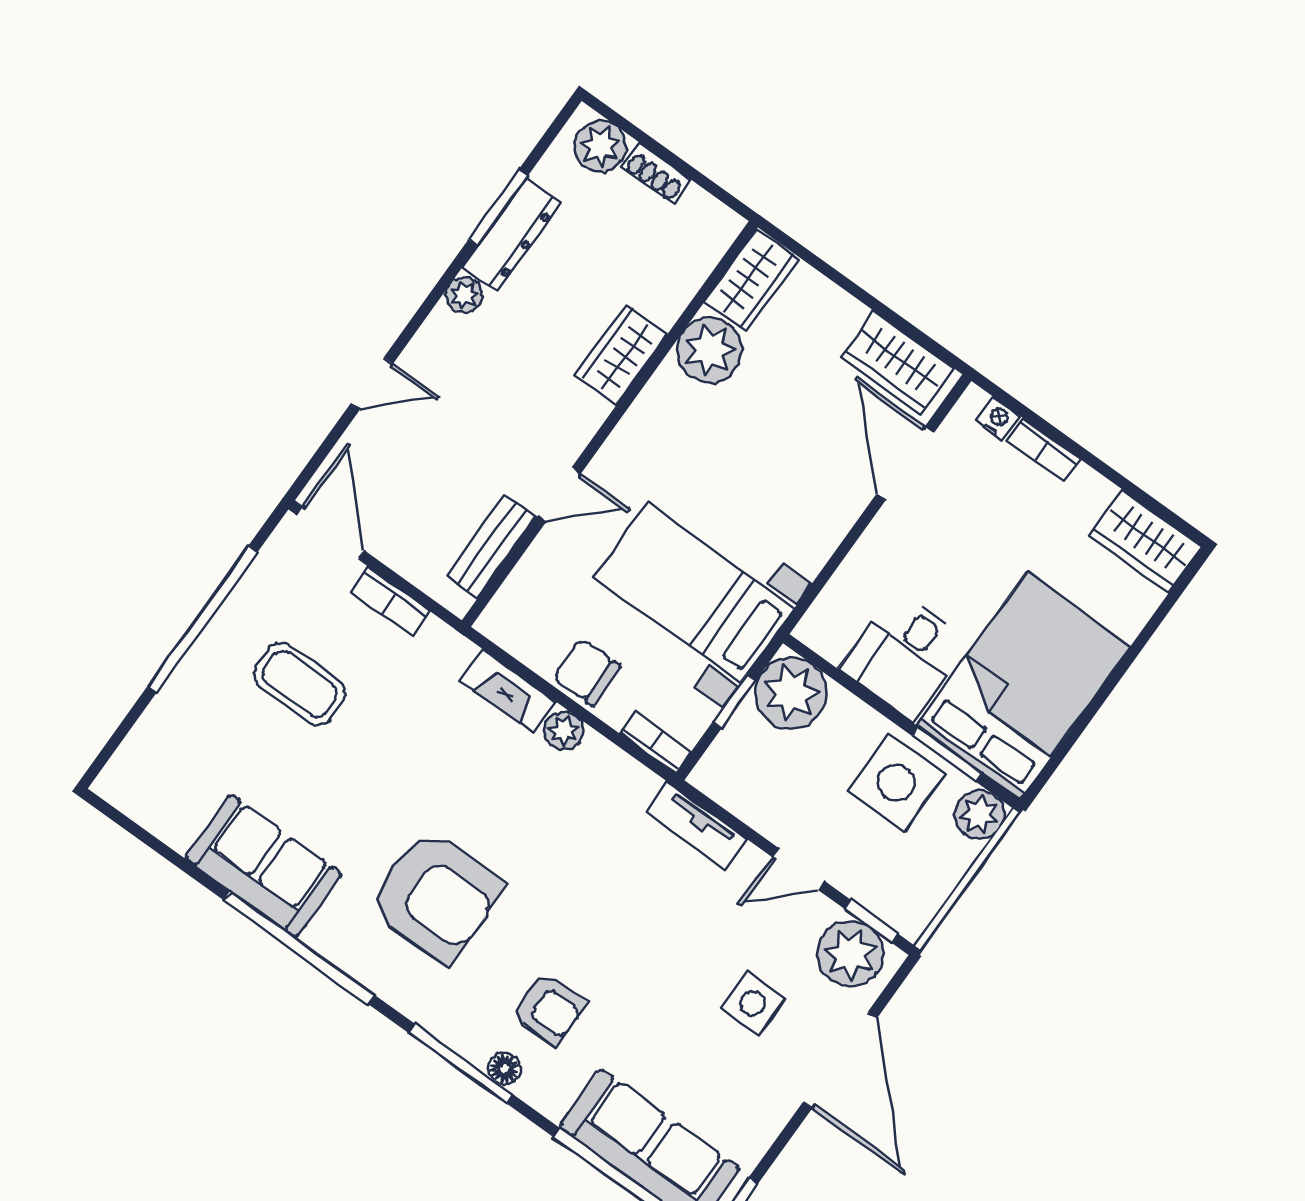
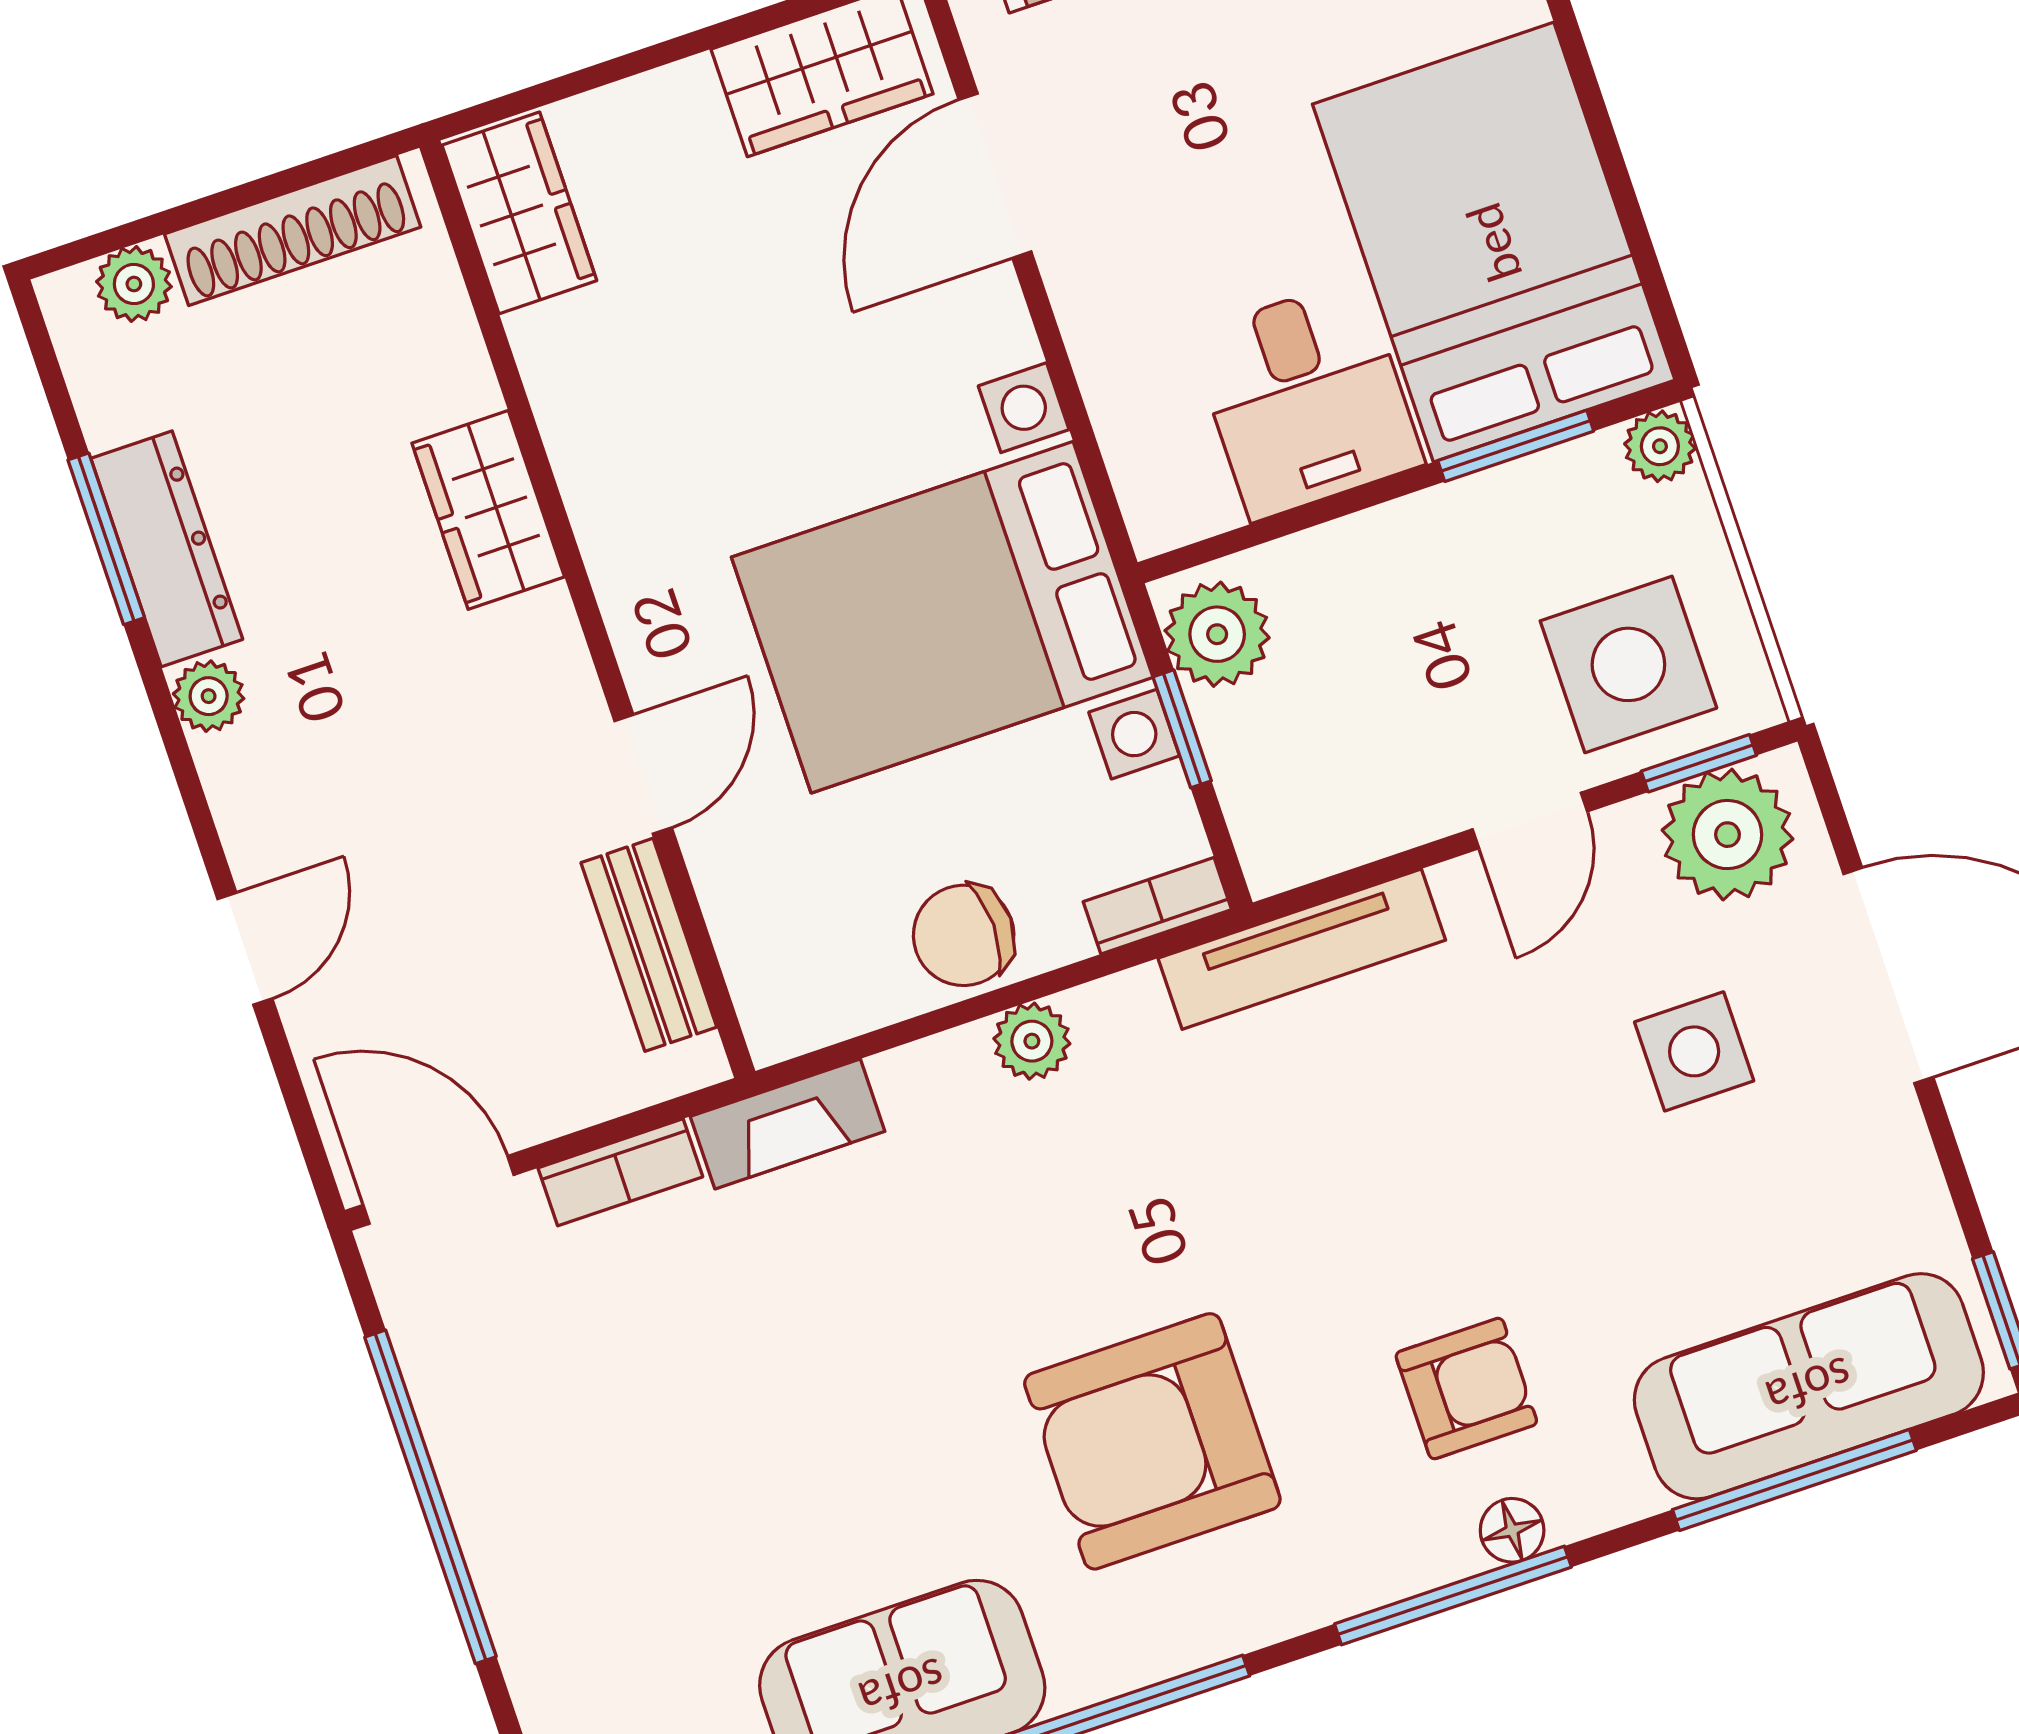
plant: (600, 146) -> (134, 284), width x0.73, depth x0.73
shoe rack: (656, 173) -> (293, 231), width x1.94, depth x1.24
plant: (710, 350) -> (584, 361), removed
door: (905, 463) -> (995, 176), hinge flipped
bed with nightstands: (694, 593) -> (942, 617), width x1.36
coffee table: (300, 684) -> (649, 1416), removed
fireplace: (509, 691) -> (788, 1124), moved
plant: (791, 693) -> (1217, 634), width x0.73, depth x0.73
side table: (896, 783) -> (1628, 664), moved
plant: (979, 815) -> (1660, 446), width x0.73, depth x0.73
tv unit: (696, 826) -> (1302, 949), width x1.41
armchair: (436, 896) -> (1152, 1441), turned 180

